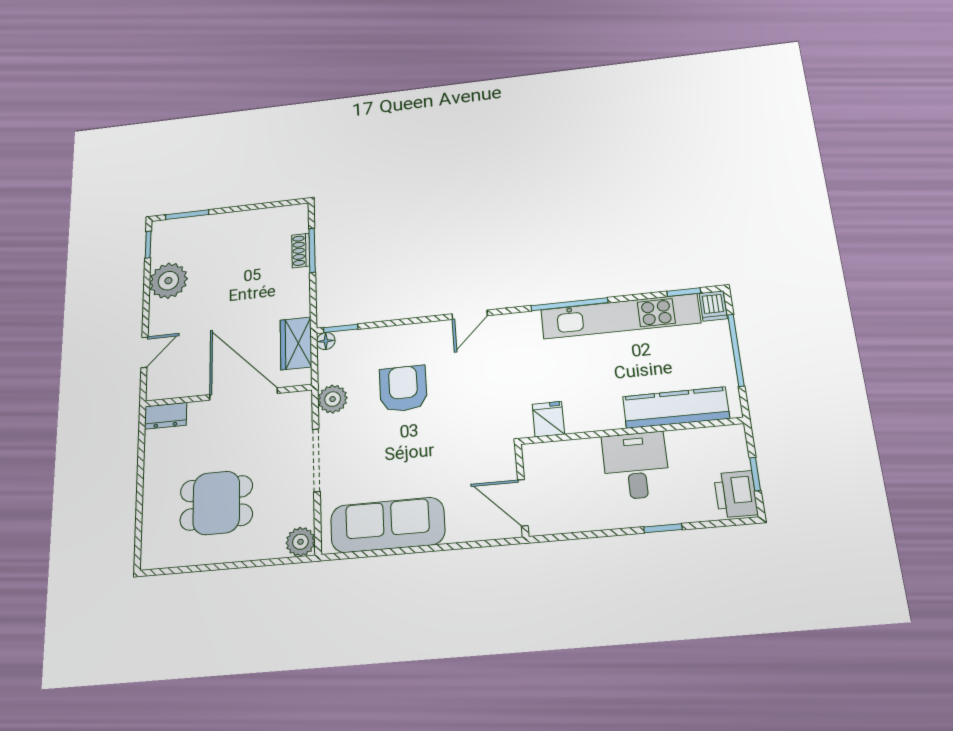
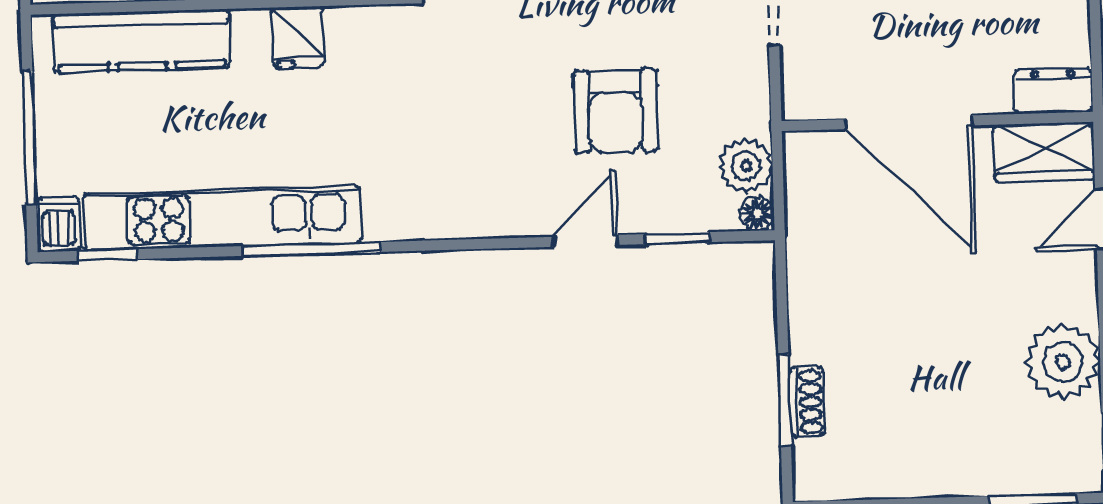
door: (470, 315) -> (585, 241), moved
window: (341, 328) -> (677, 238), moved
wardrobe: (296, 343) -> (1044, 152), moved, turned 90
plant: (333, 399) -> (746, 166), moved
fridge: (548, 419) -> (298, 37), moved

